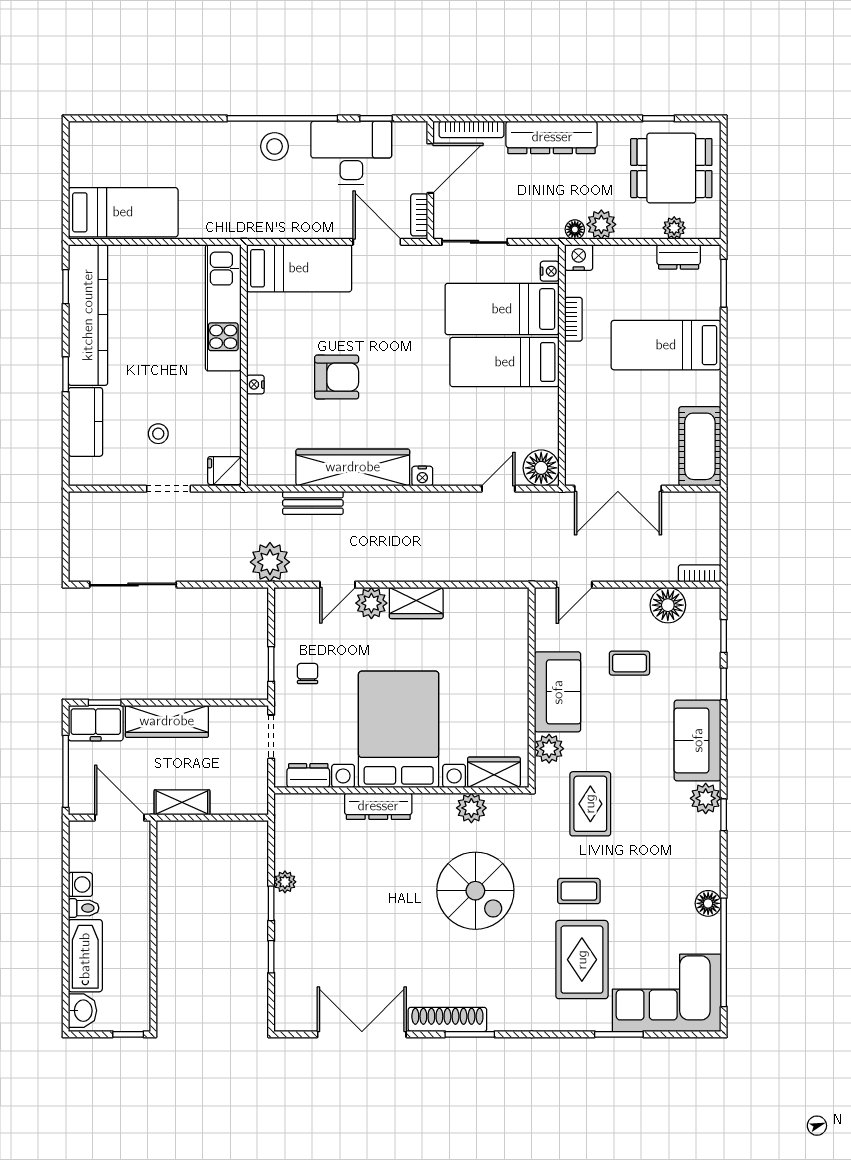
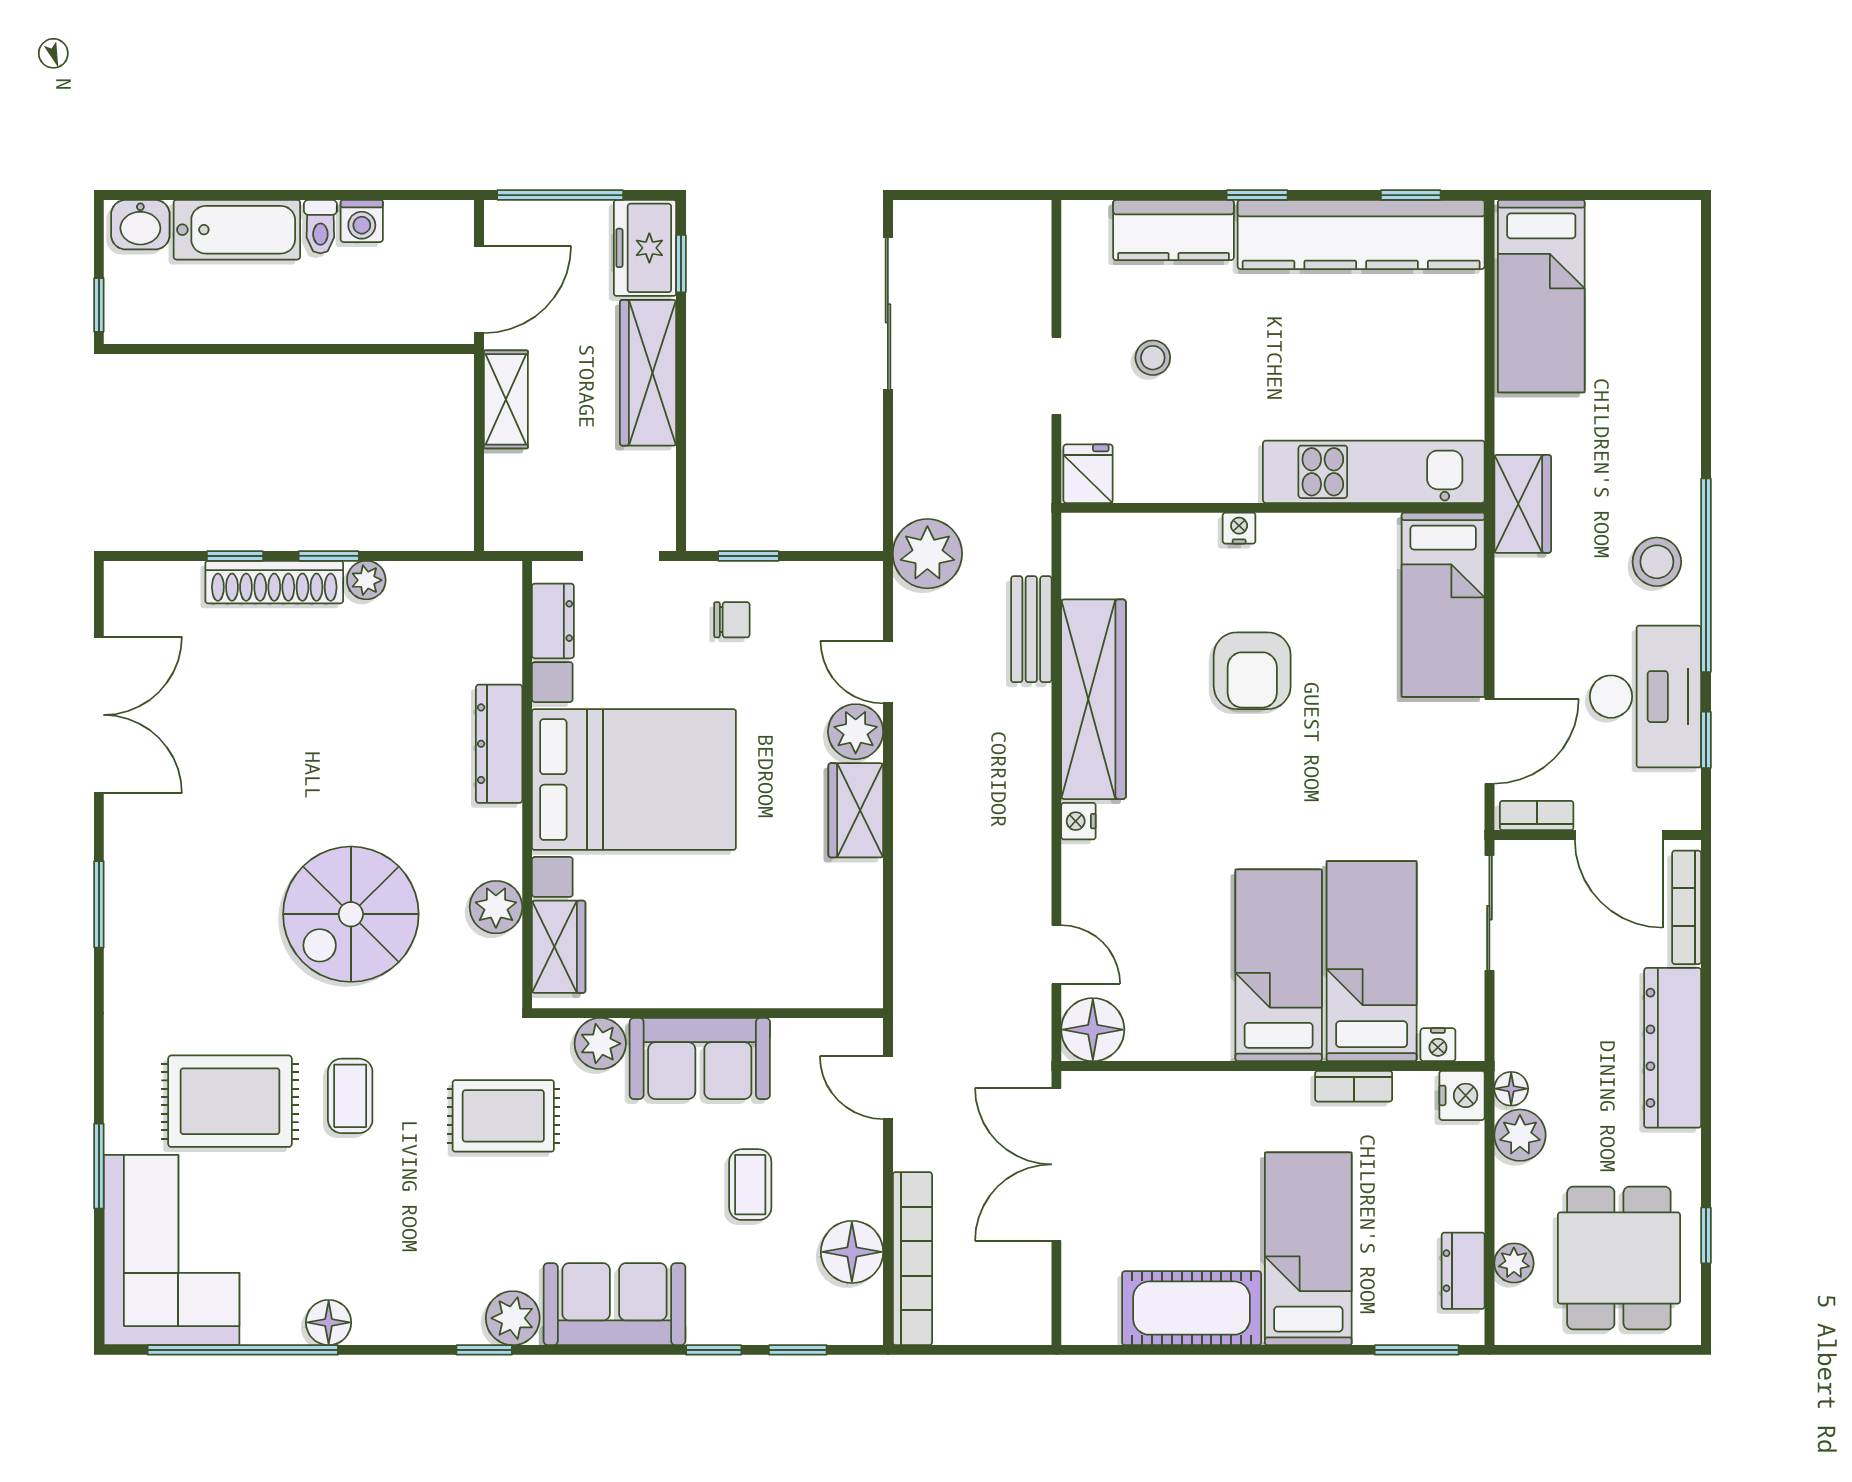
wardrobe: (242, 223) -> (1523, 504), added
cot: (700, 446) -> (1192, 1308), moved
bookcase: (700, 573) -> (912, 1259), width x2.31, depth x1.31
shoe rack: (447, 1019) -> (274, 582), moved, turned 90

